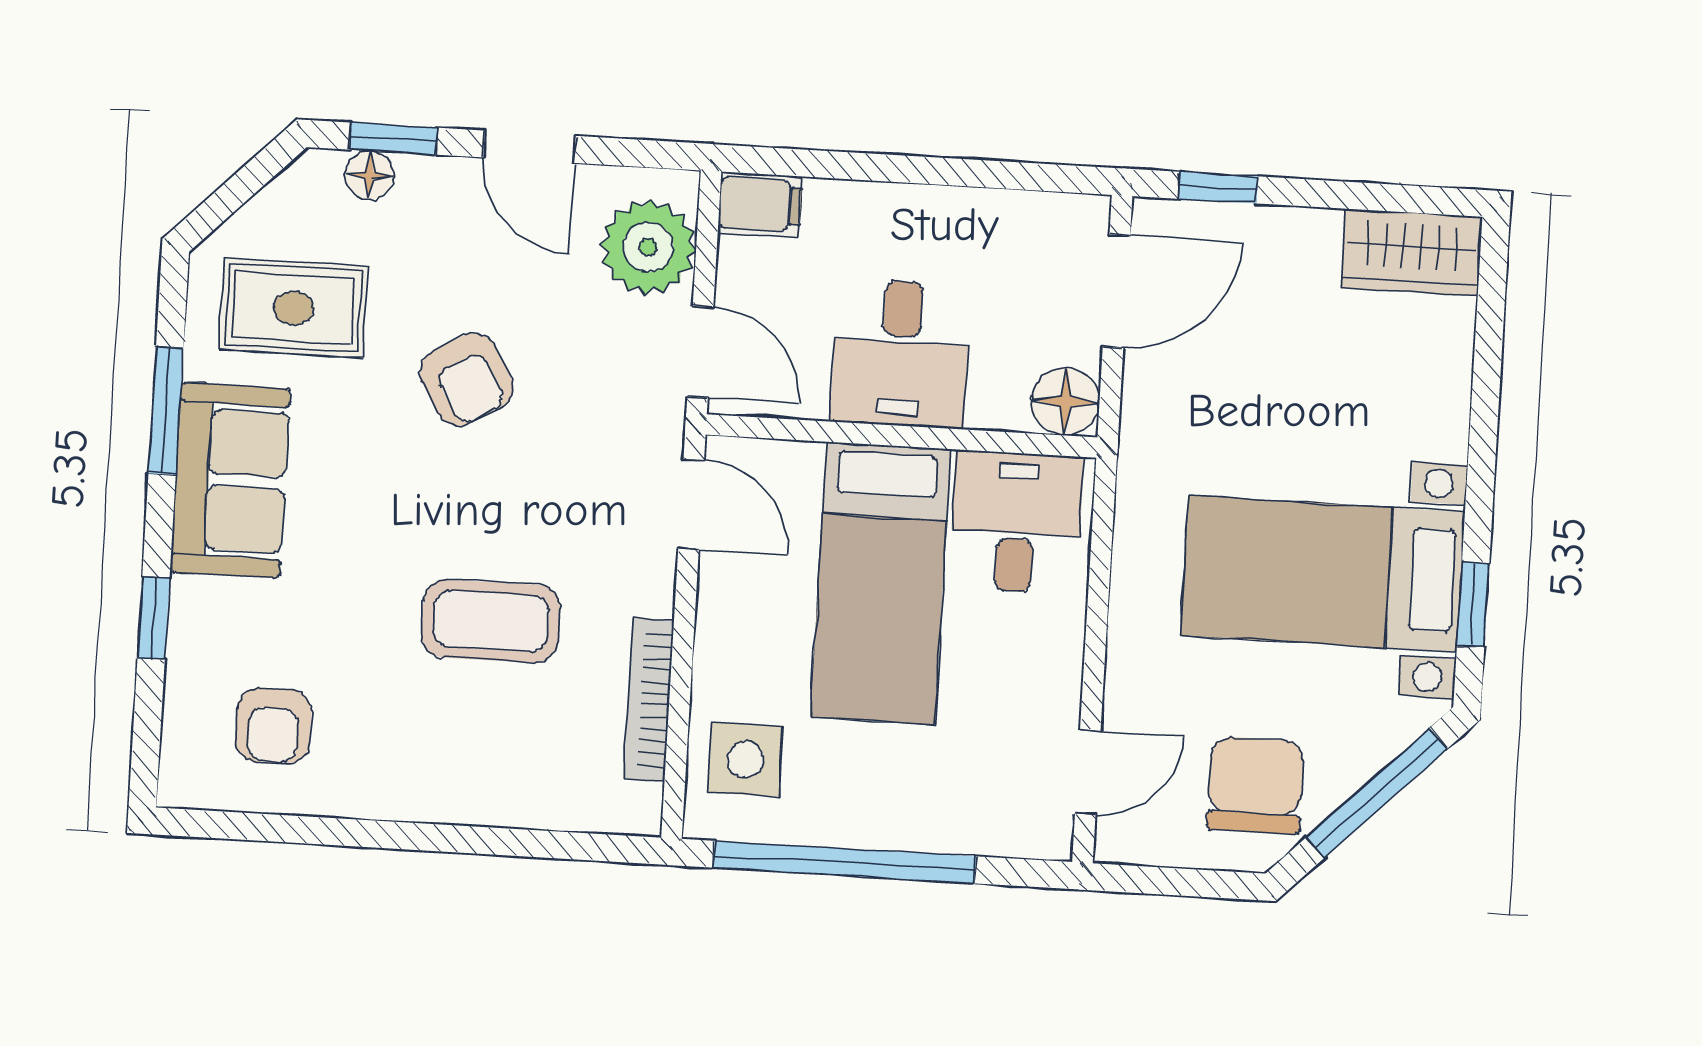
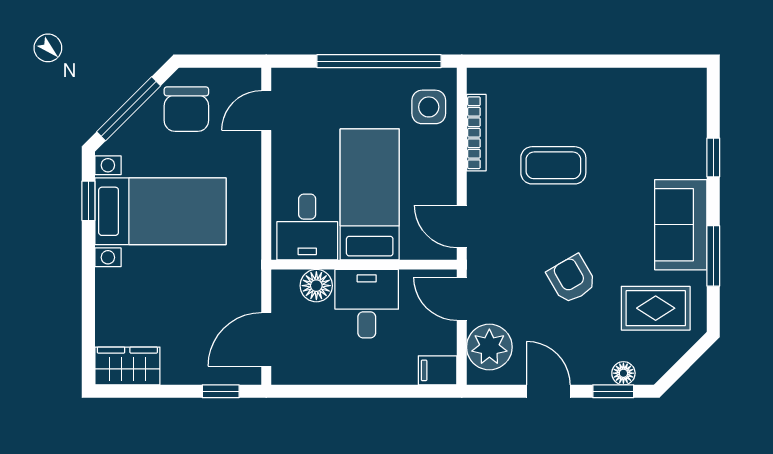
floor lamp: (1066, 401) -> (316, 286), moved
armchair: (273, 726) -> (653, 110), removed

